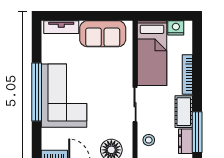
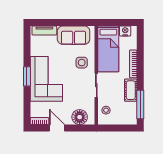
side table: (114, 73) -> (82, 63), added
window: (37, 92) -> (27, 76), width x0.47
dresser: (186, 141) -> (132, 111), removed

